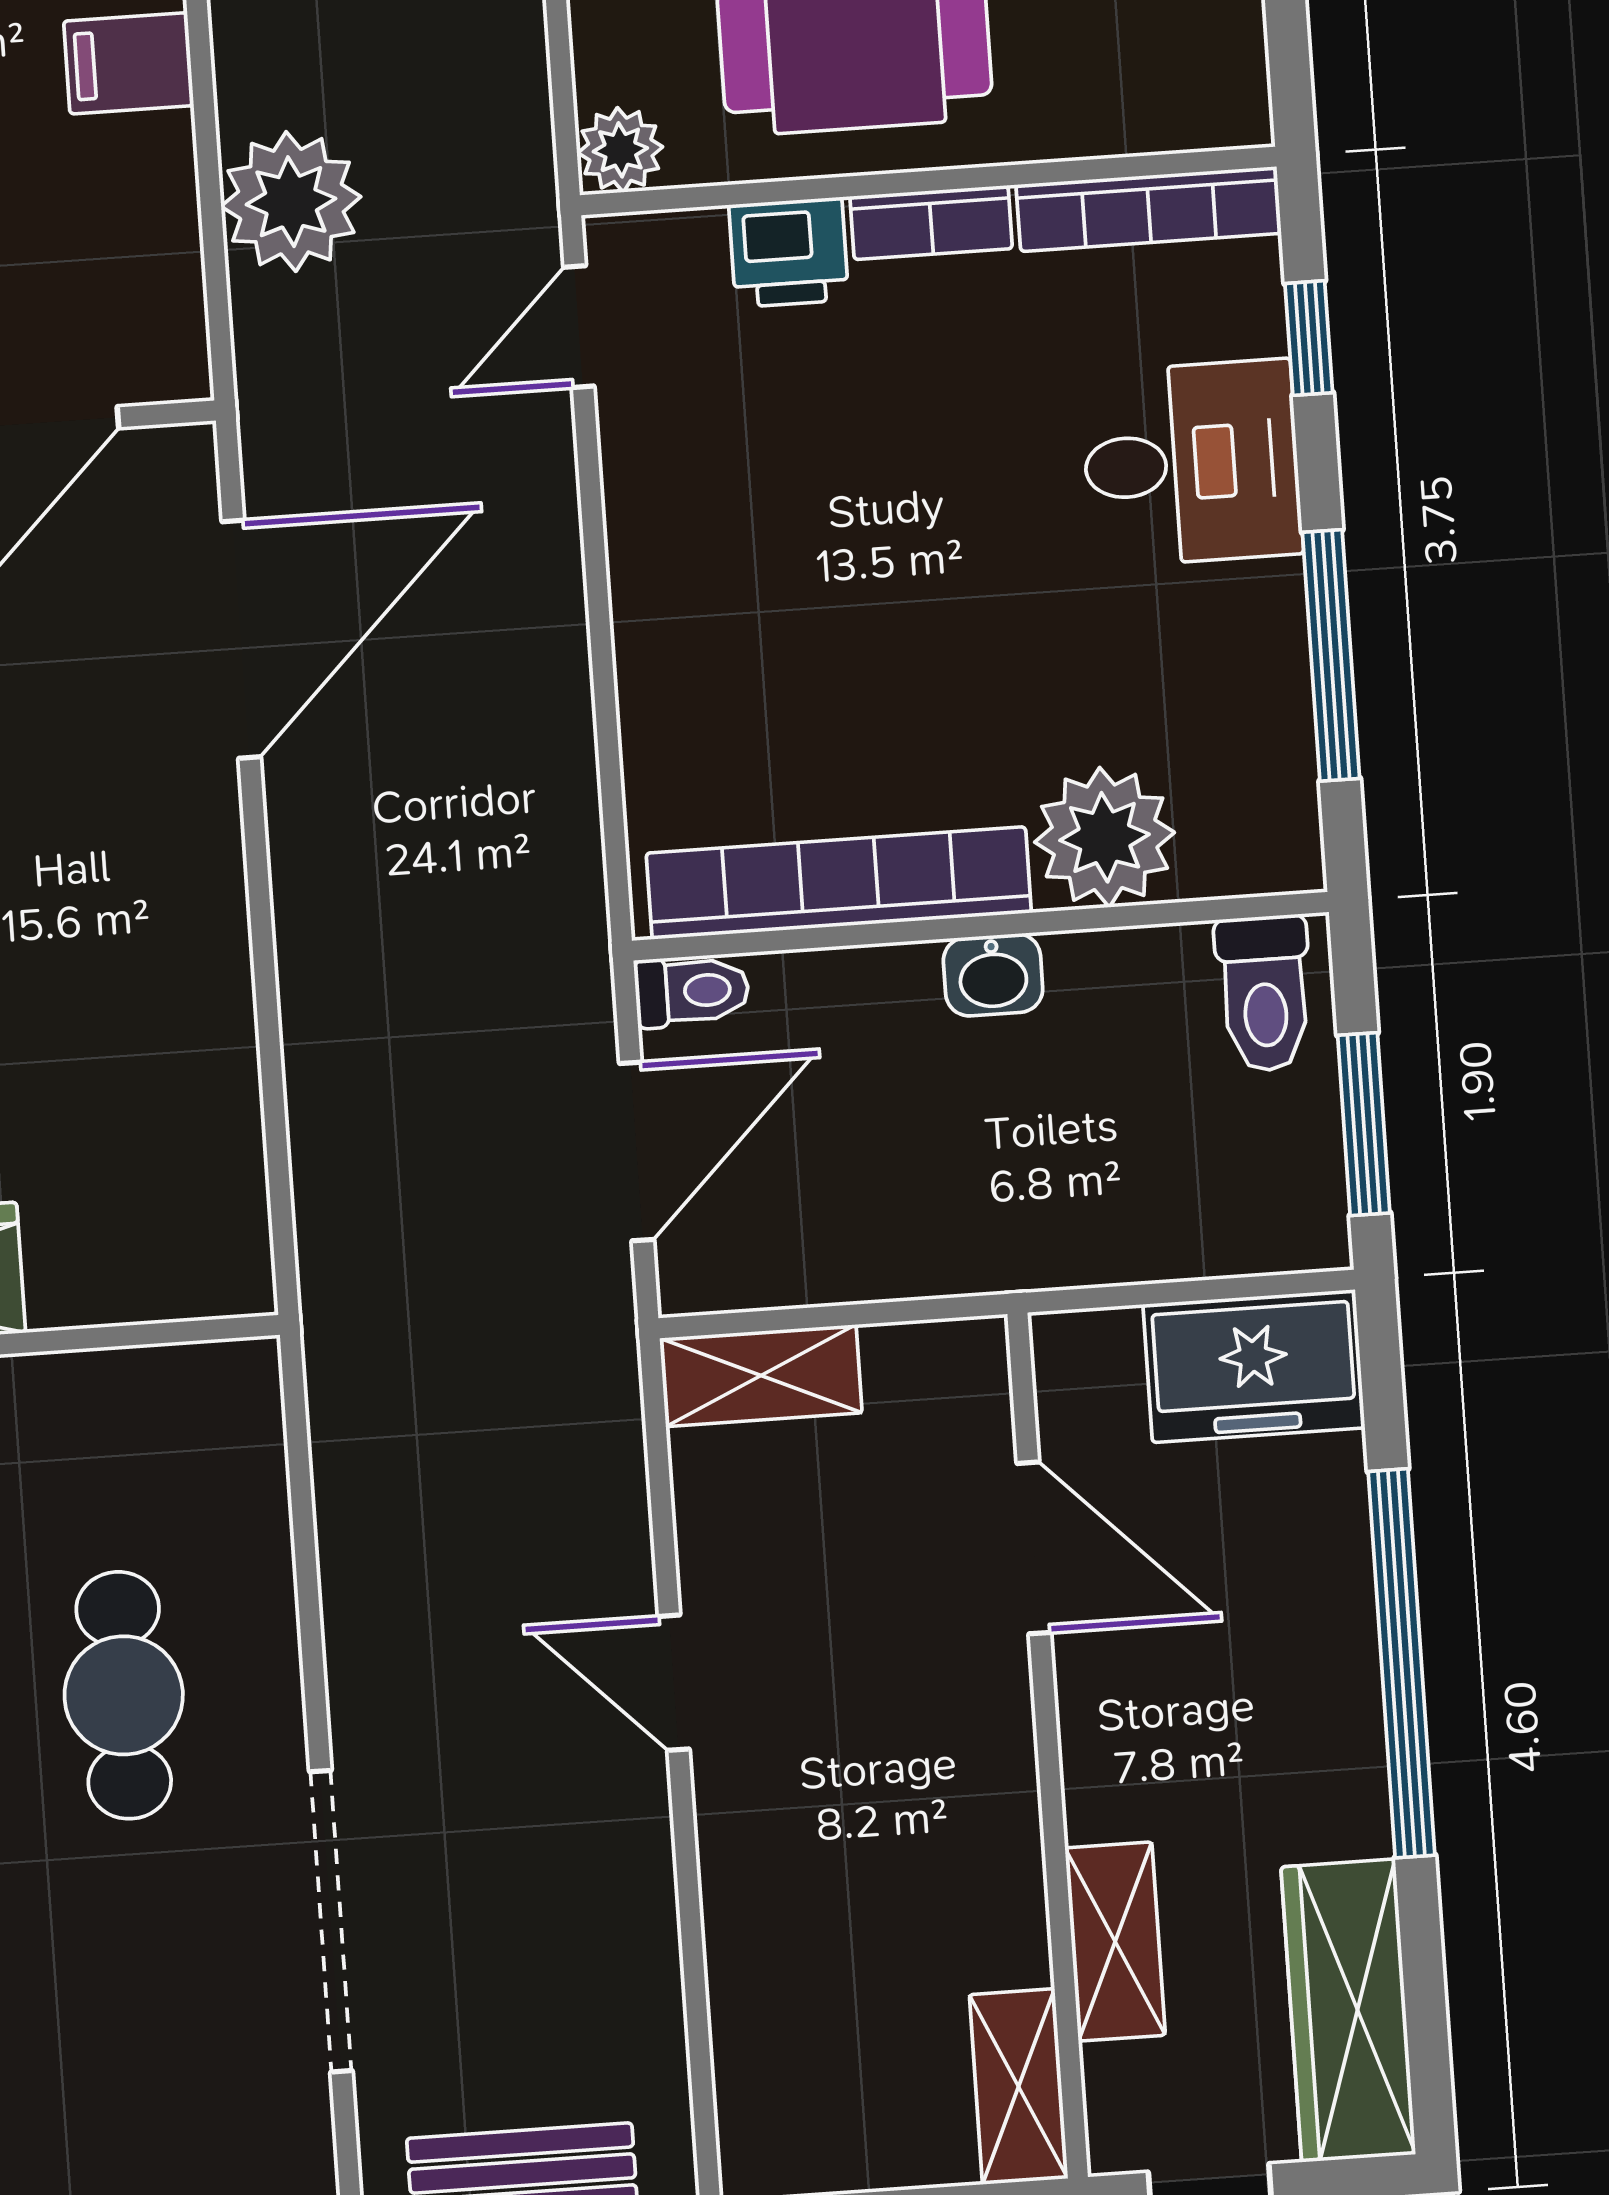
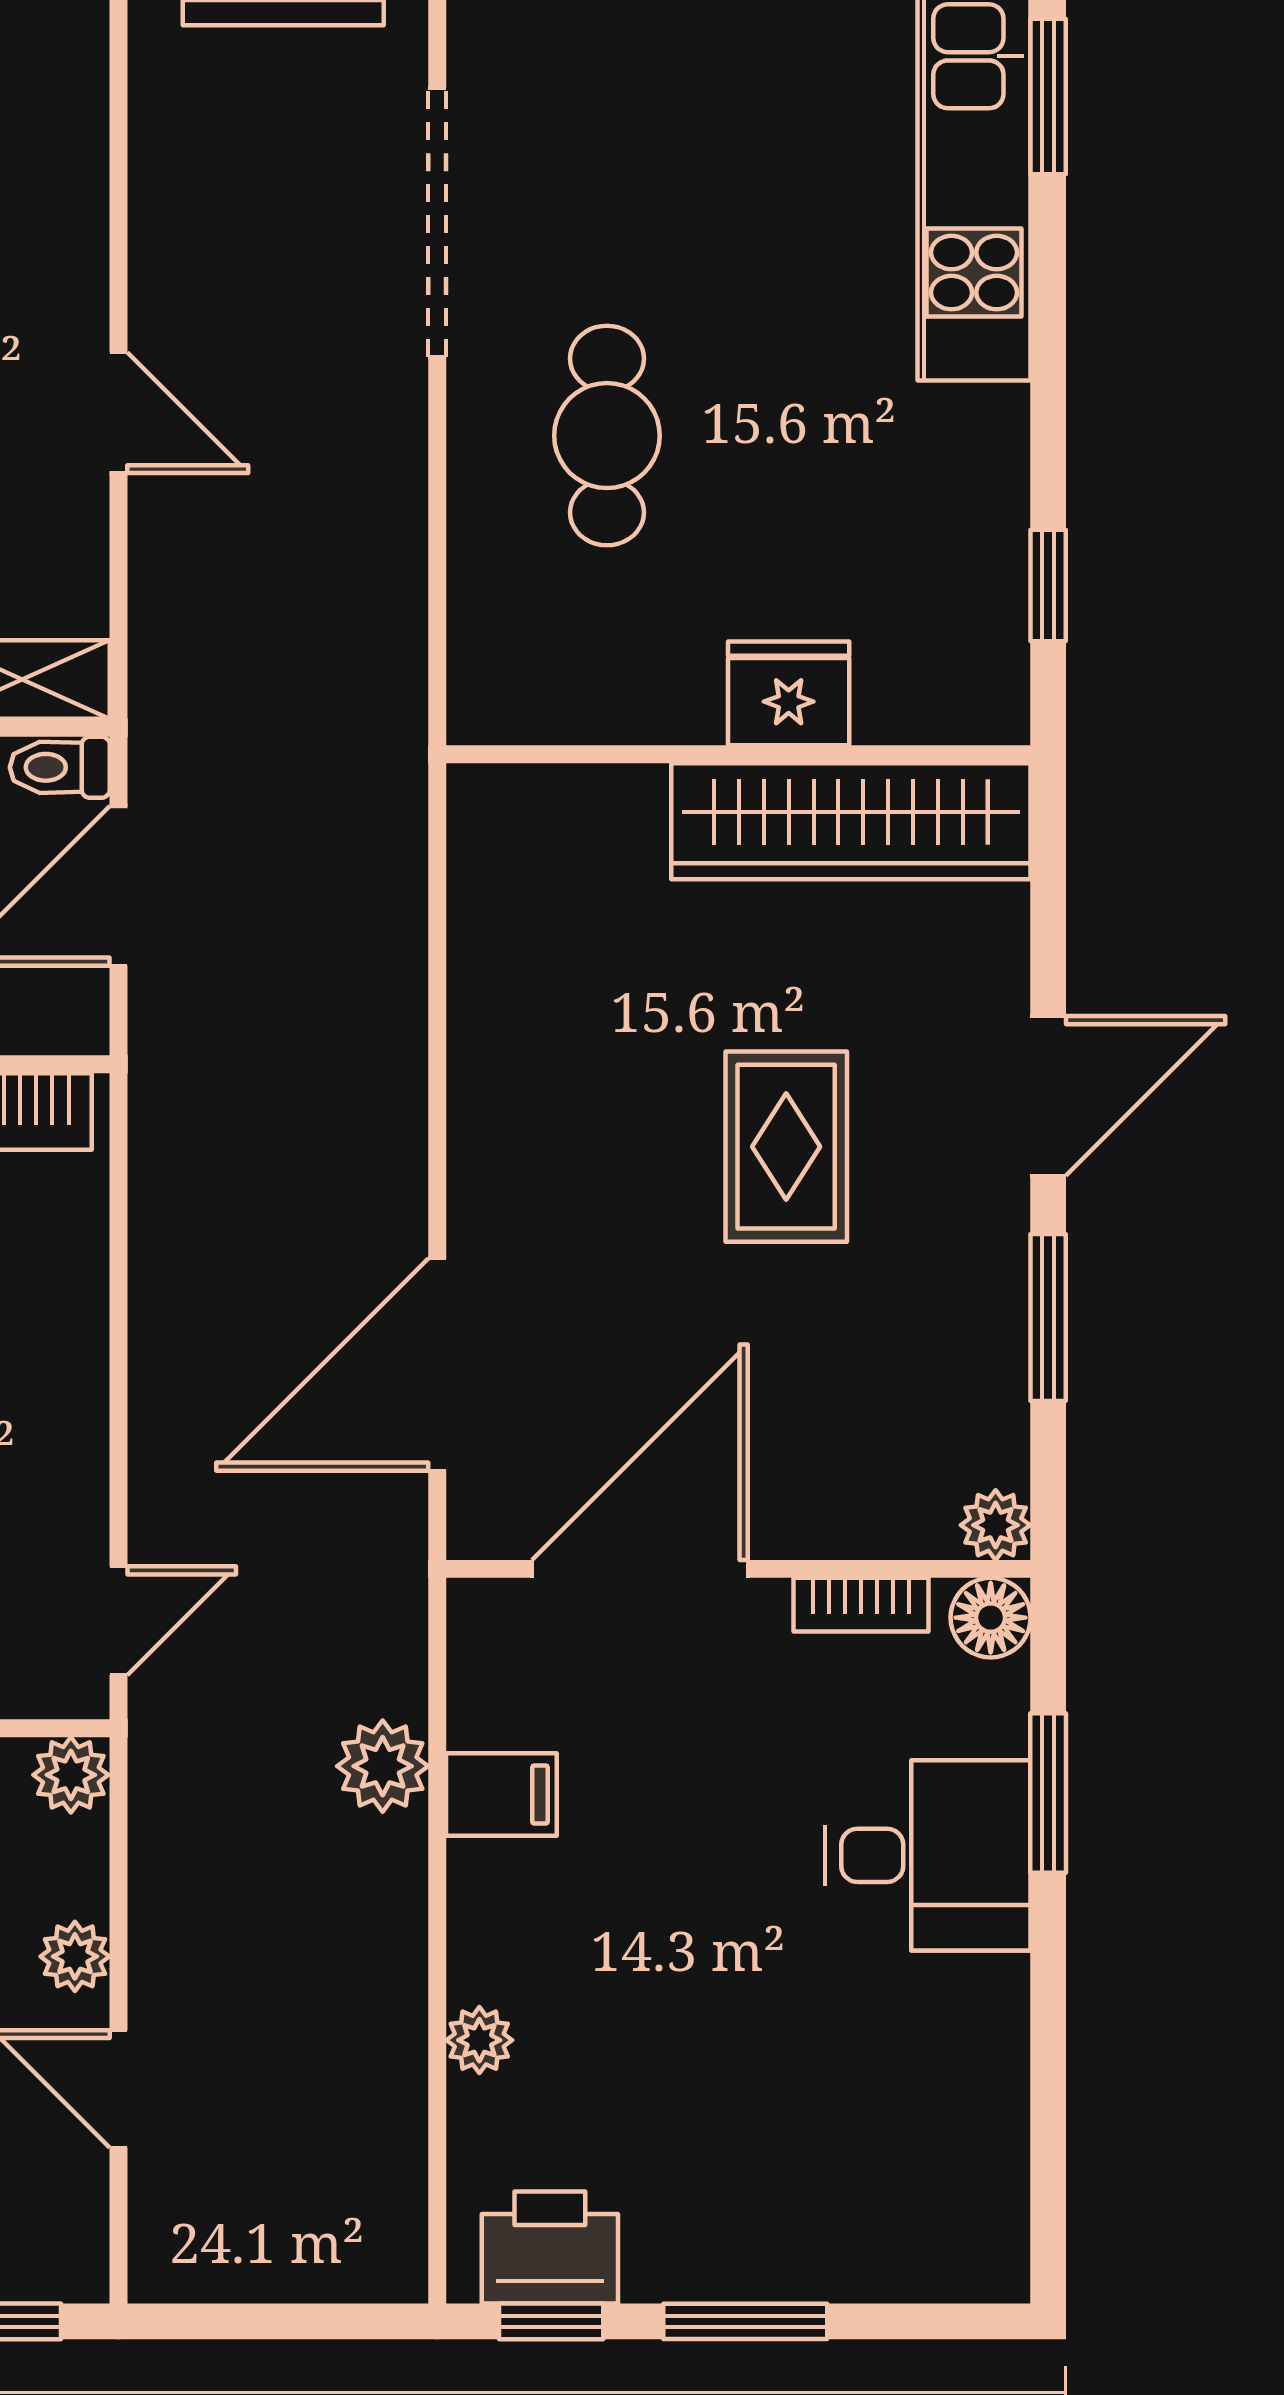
filing cabinet: (129, 63) -> (501, 1794), moved
plant: (291, 202) -> (383, 1766), width x0.73, depth x0.73
toilet: (692, 991) -> (60, 767), moved

